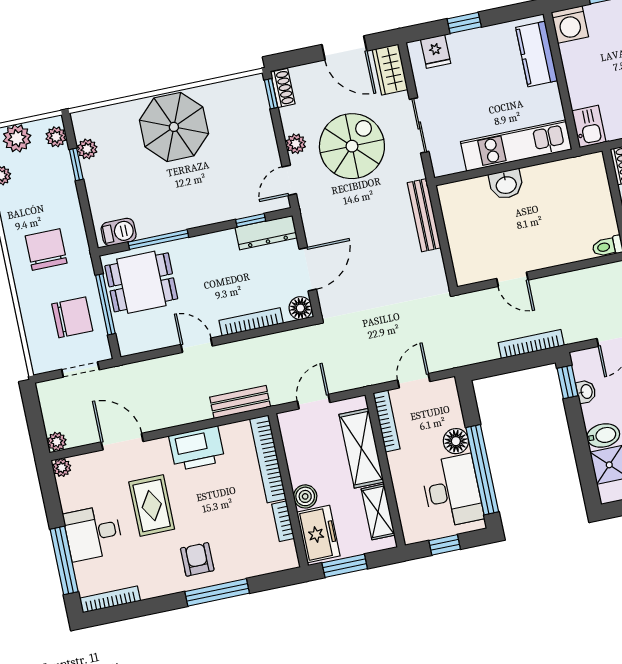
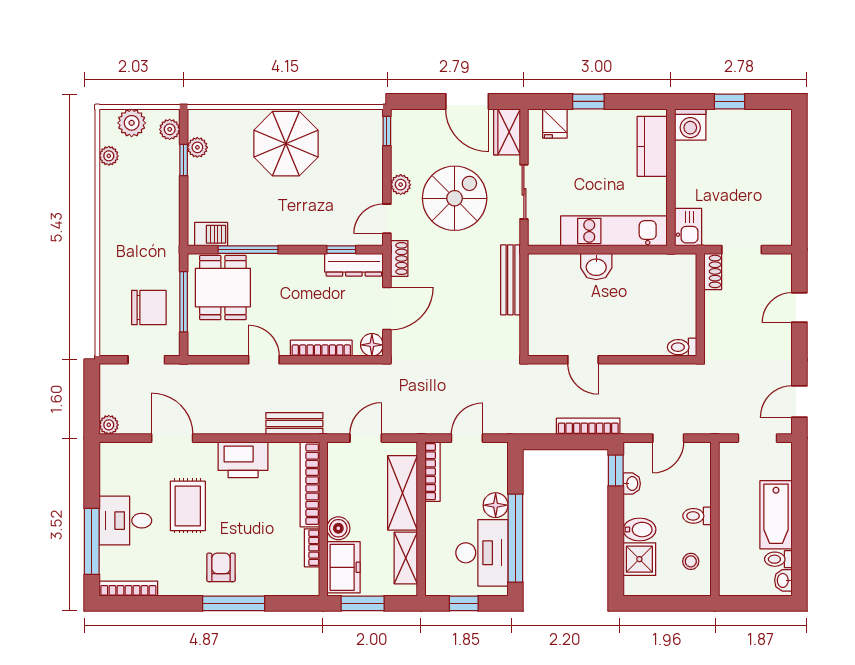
shoe rack: (283, 88) -> (399, 259), moved
chair: (46, 250) -> (137, 237), removed
dining table: (141, 282) -> (223, 288), turned 90
plant: (62, 468) -> (108, 451), removed

